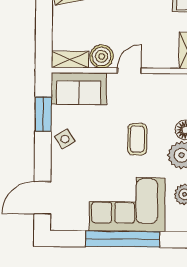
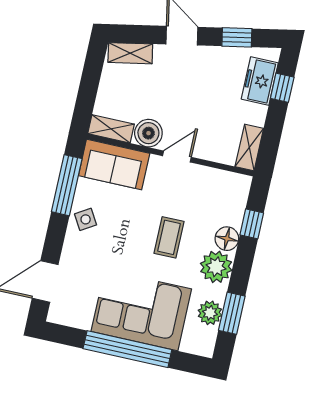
window: (43, 114) -> (67, 185), width x1.44

